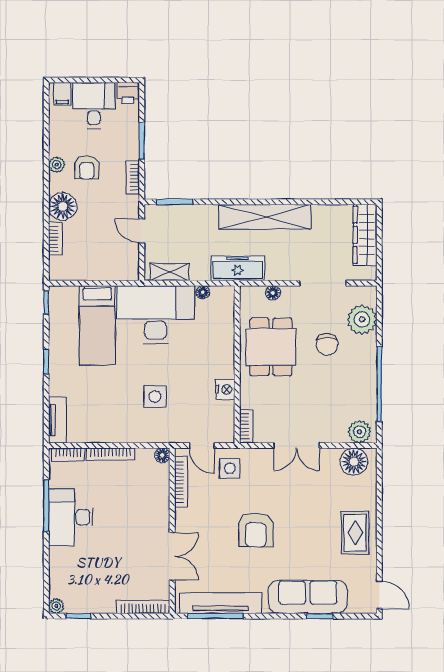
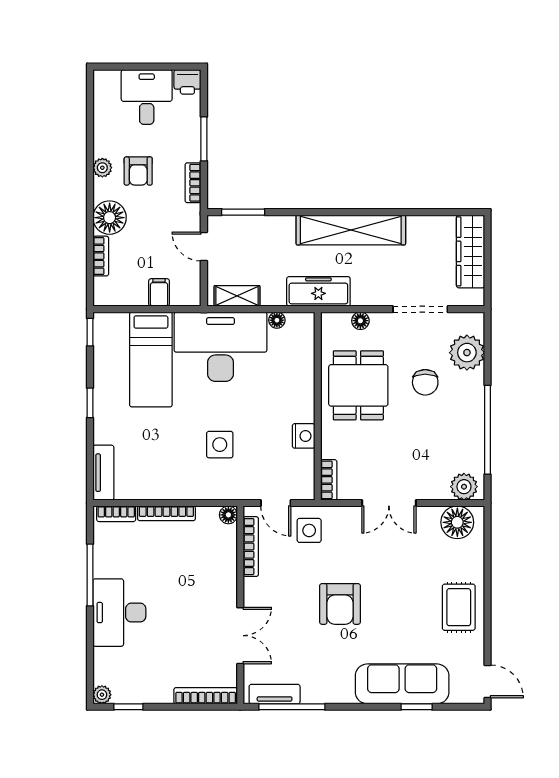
filing cabinet: (62, 94) -> (159, 292), moved, turned 180
desk: (71, 517) -> (119, 613), moved
tv unit: (220, 603) -> (275, 694), width x0.52, depth x0.78

